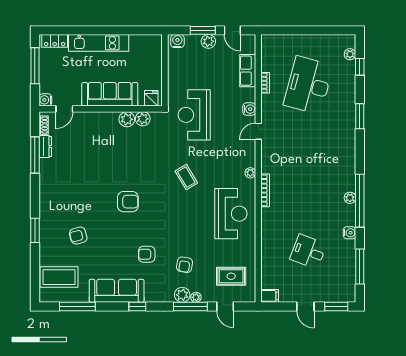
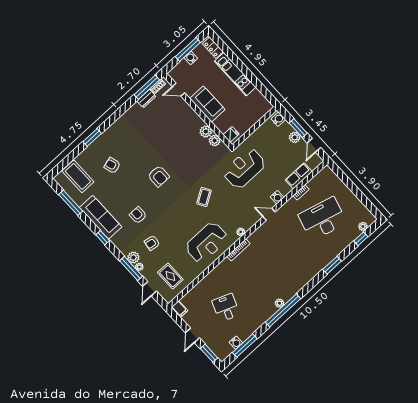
sofa: (110, 94) -> (207, 104), width x0.73
water cooler: (45, 100) -> (191, 58), moved
window: (35, 155) -> (147, 87), moved
water cooler: (349, 233) -> (236, 343), moved

